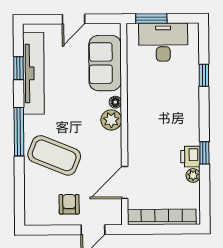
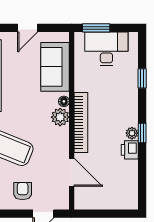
window: (204, 153) -> (142, 133), moved
plant: (193, 175) -> (132, 133), moved
door: (125, 182) -> (72, 172), swing flipped
bookcase: (162, 217) -> (81, 123), moved, turned 90

